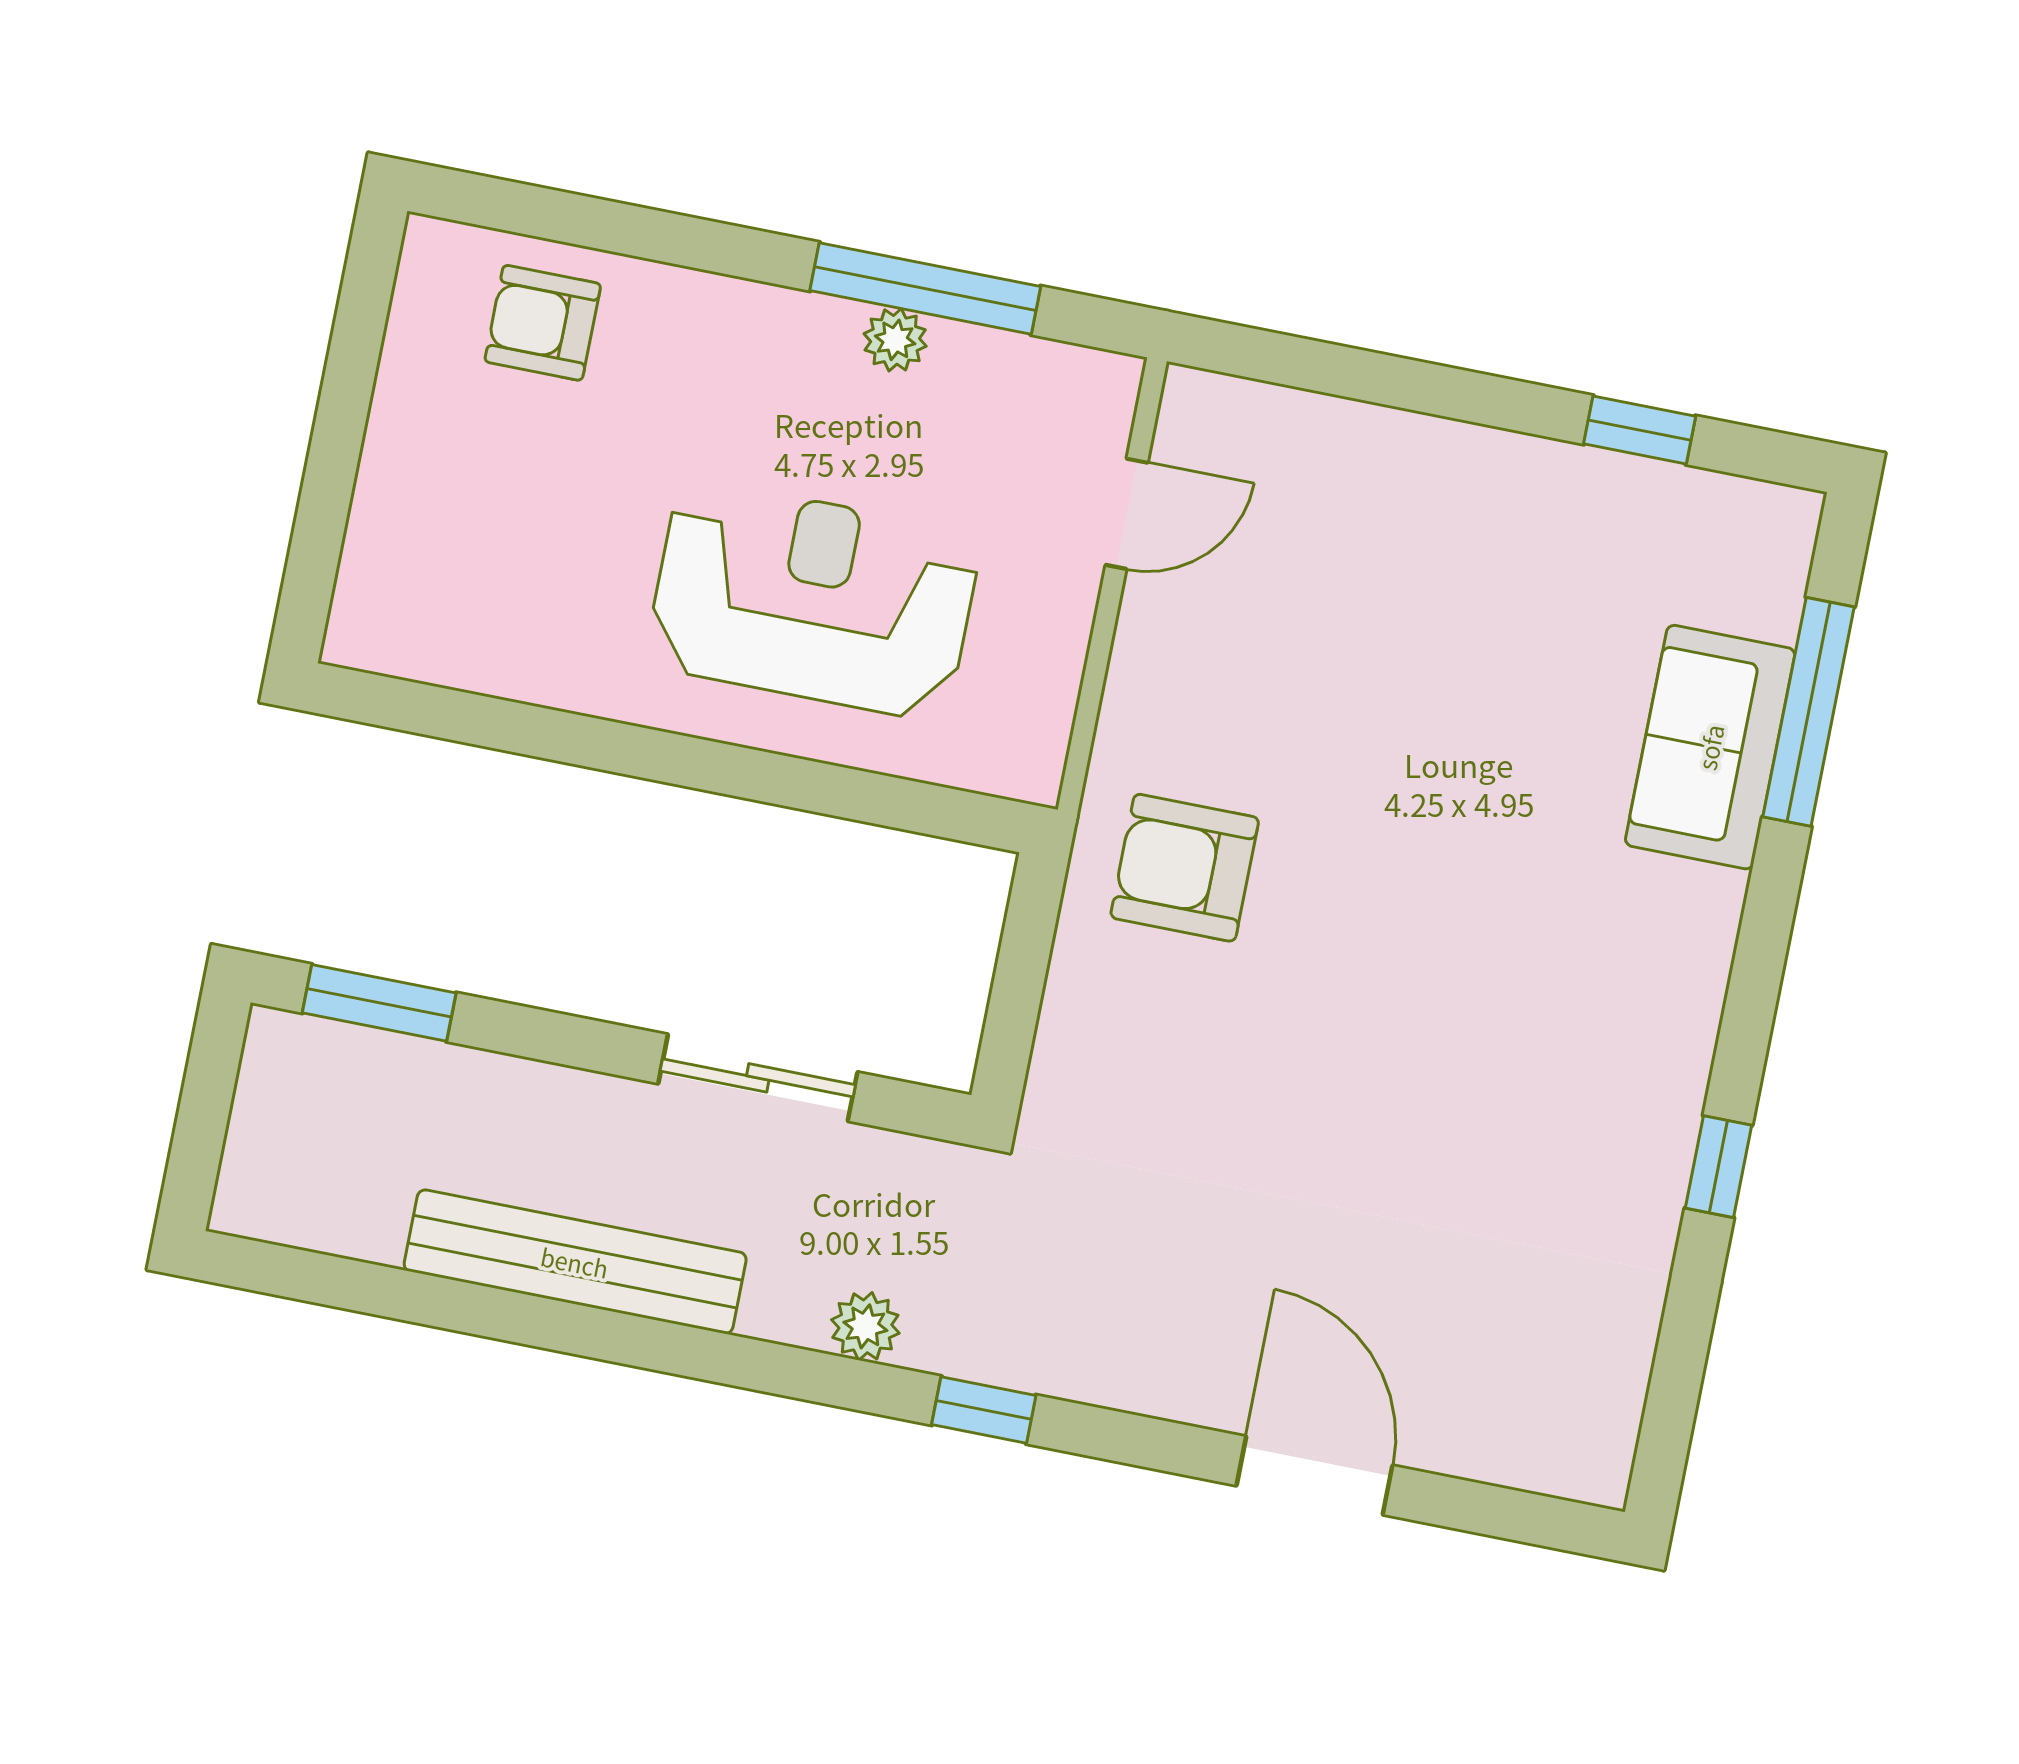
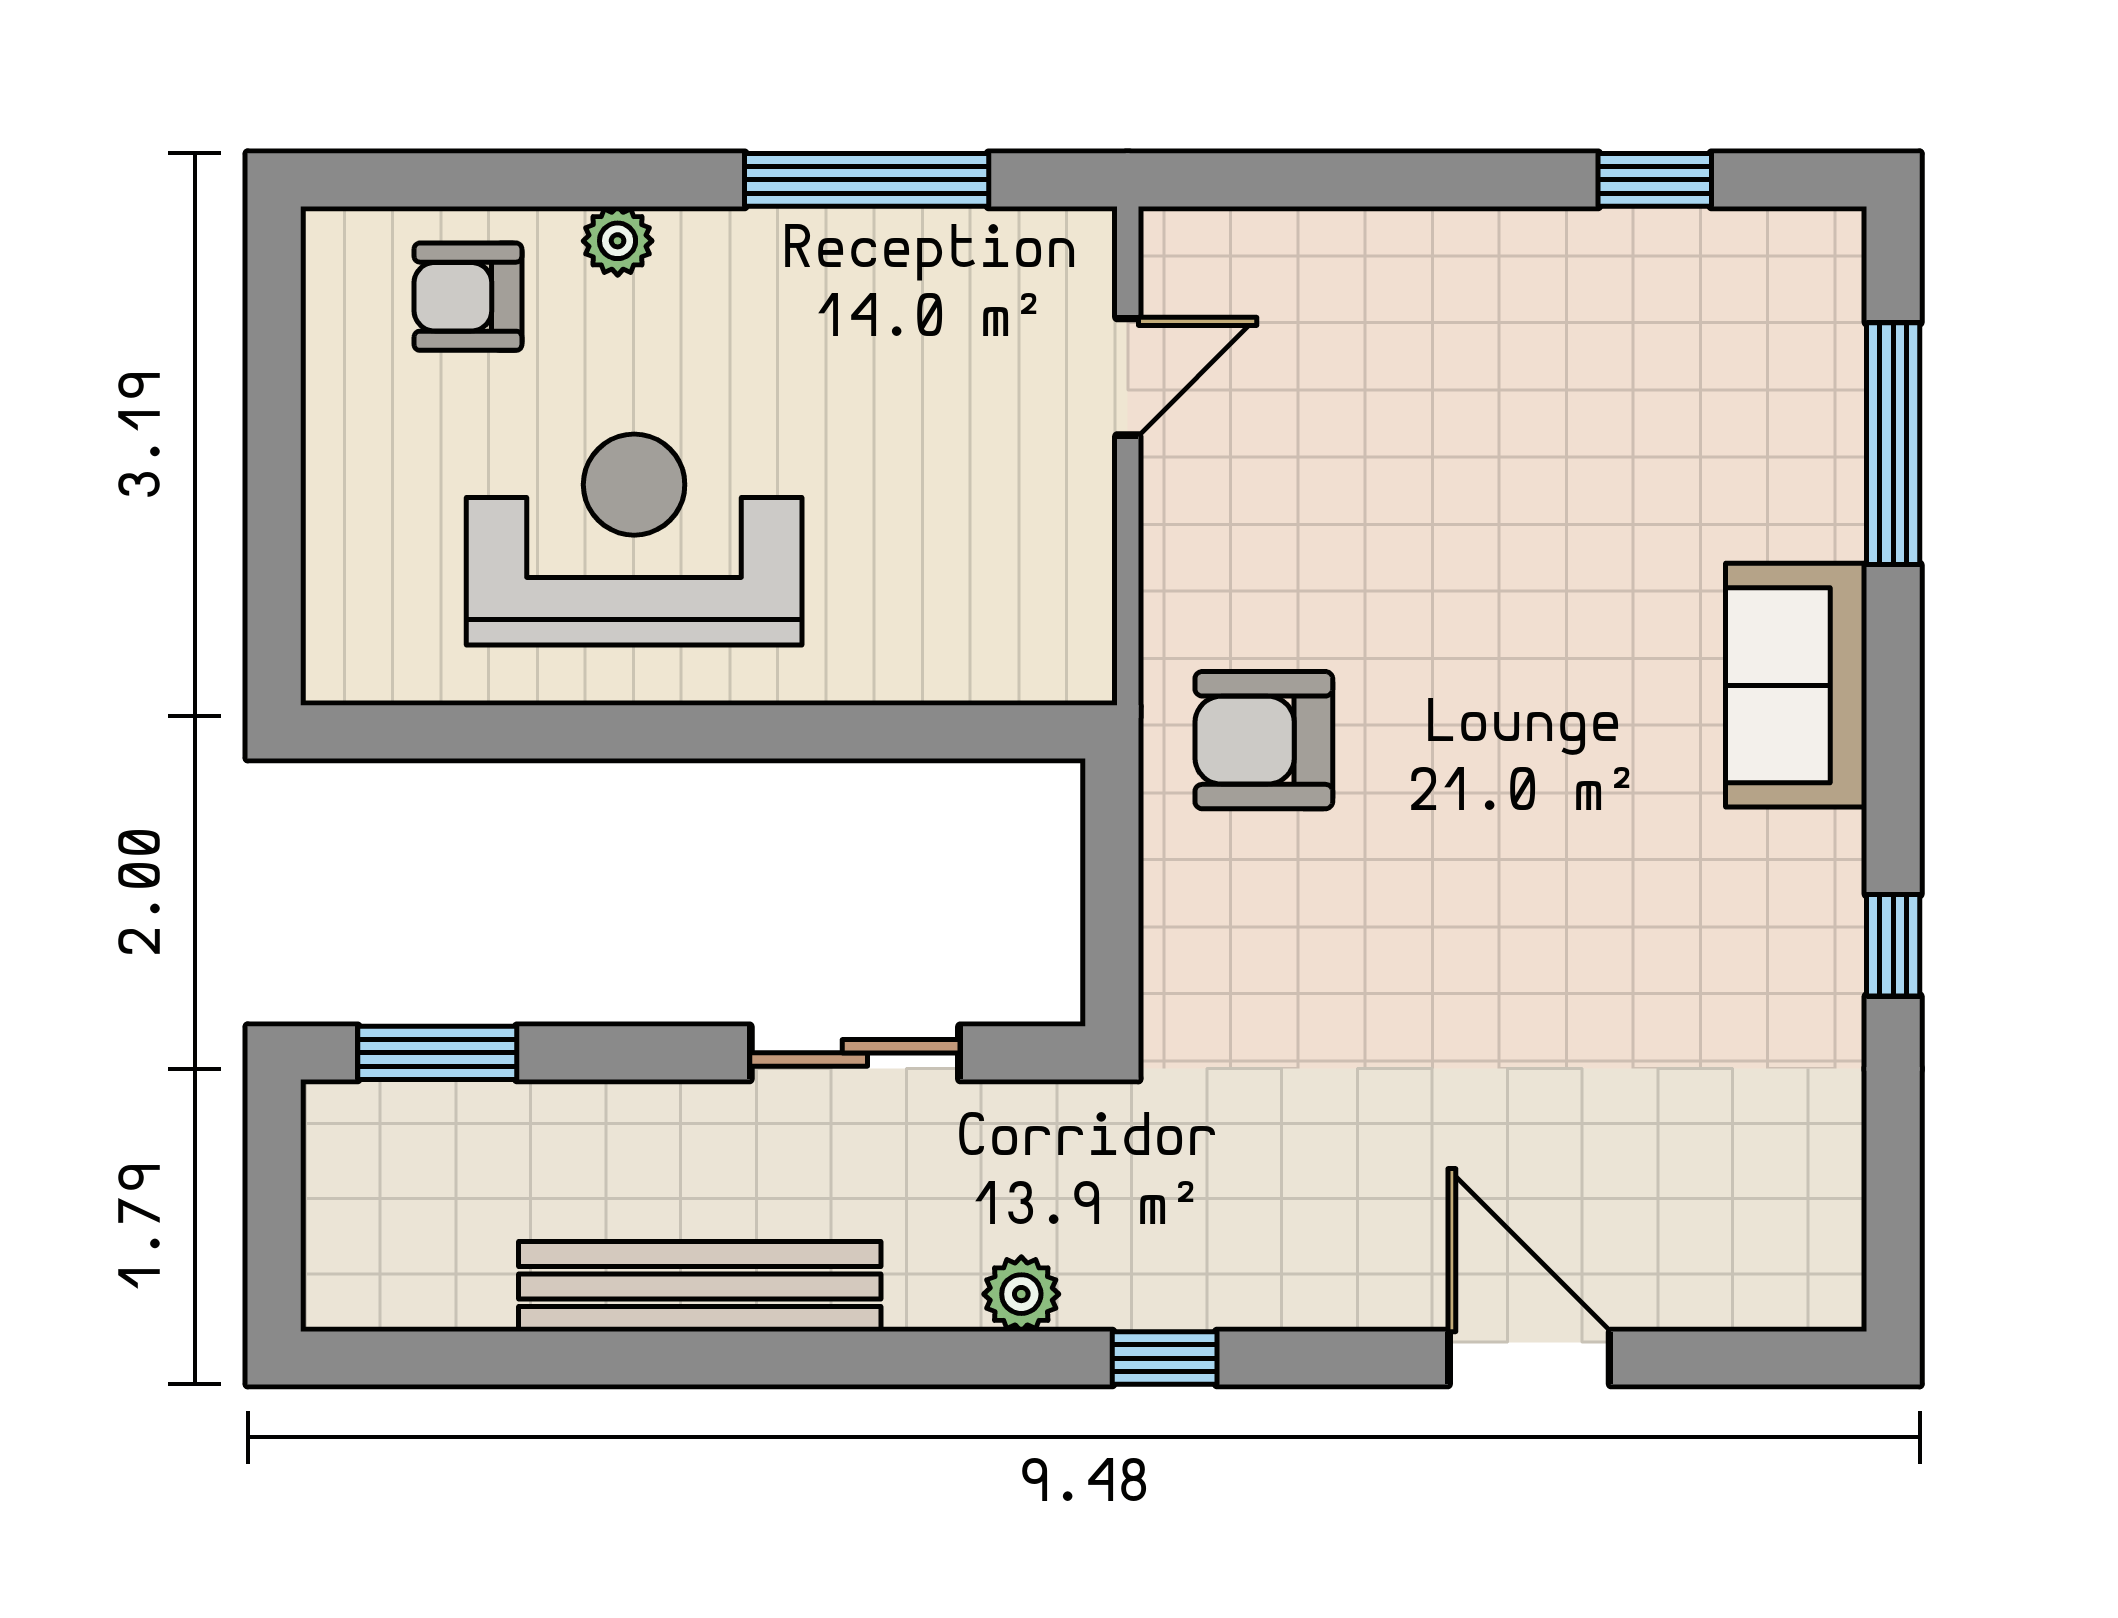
plant: (895, 340) -> (618, 241), moved
reception desk: (813, 600) -> (634, 539), moved
sofa: (1710, 747) -> (1796, 685), moved

